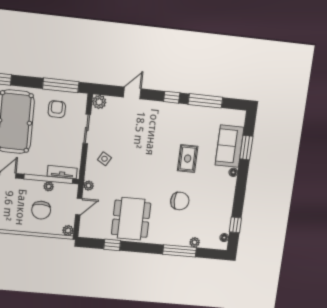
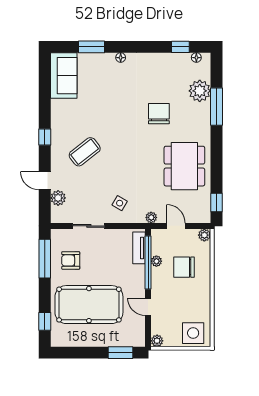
window: (205, 101) -> (45, 99), removed
plant: (99, 102) -> (58, 198), moved
coffee table: (154, 132) -> (85, 152), added
sofa: (230, 146) -> (64, 76), moved, turned -90
rug: (188, 159) -> (110, 111), removed
chair: (41, 210) -> (184, 267), turned 180
dining table: (131, 219) -> (184, 166), turned 90
plant: (195, 242) -> (200, 91), width x1.88, depth x1.88
window: (112, 245) -> (216, 203), moved

